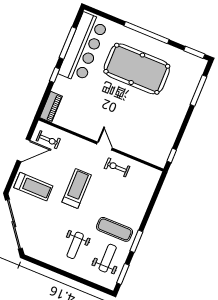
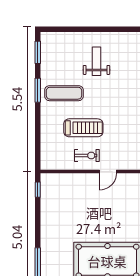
door: (105, 146) -> (108, 172), hinge flipped
treadmill: (77, 188) -> (83, 128), moved, turned -90
weight bench: (108, 258) -> (59, 62), removed

